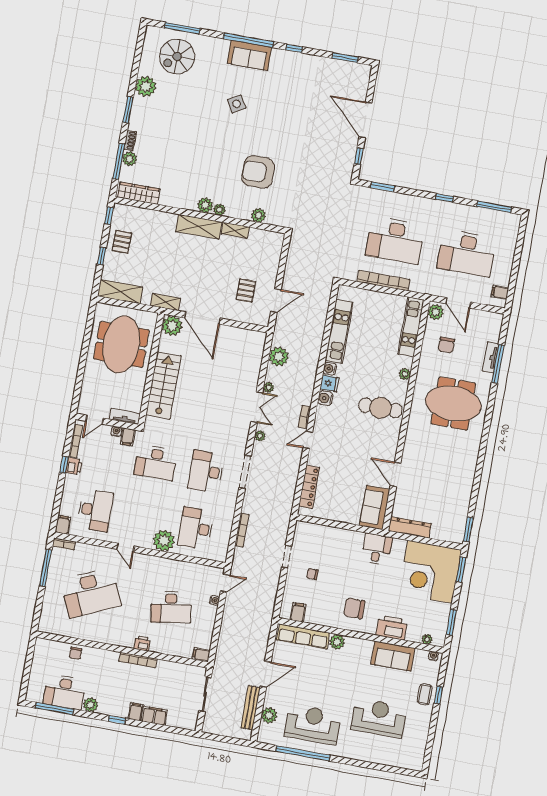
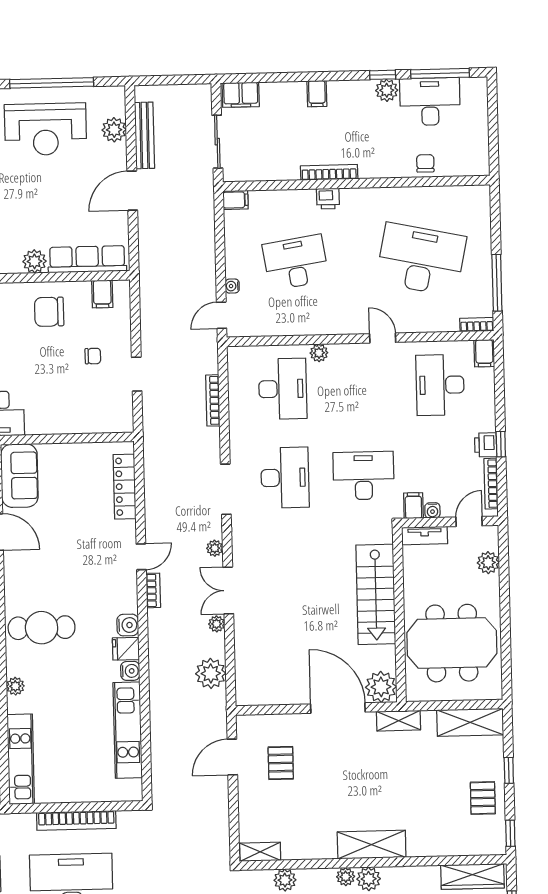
shelving: (235, 230) -> (260, 852), moved
meeting table: (121, 344) -> (452, 643), turned 90
plant: (88, 391) -> (488, 563), added
plant: (164, 541) -> (319, 353), width x0.53, depth x0.53
desk: (91, 593) -> (421, 259), turned 36
chair: (354, 608) -> (49, 312), moved, turned 180
filing cabinet: (154, 716) -> (241, 95), moved
window: (117, 720) -> (383, 75), moved

